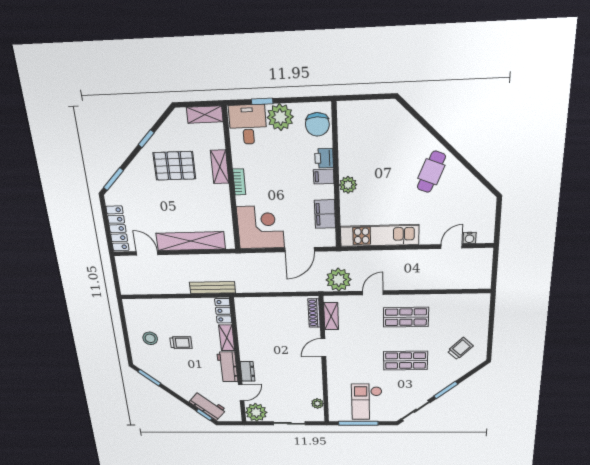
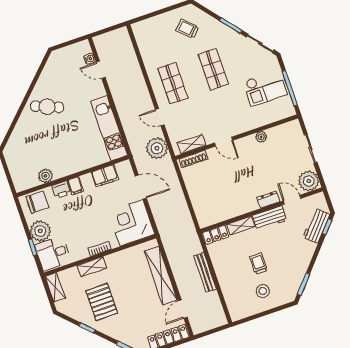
plant: (348, 185) -> (45, 176), moved
bench: (212, 288) -> (205, 272), moved
plant: (317, 404) -> (261, 137), moved

